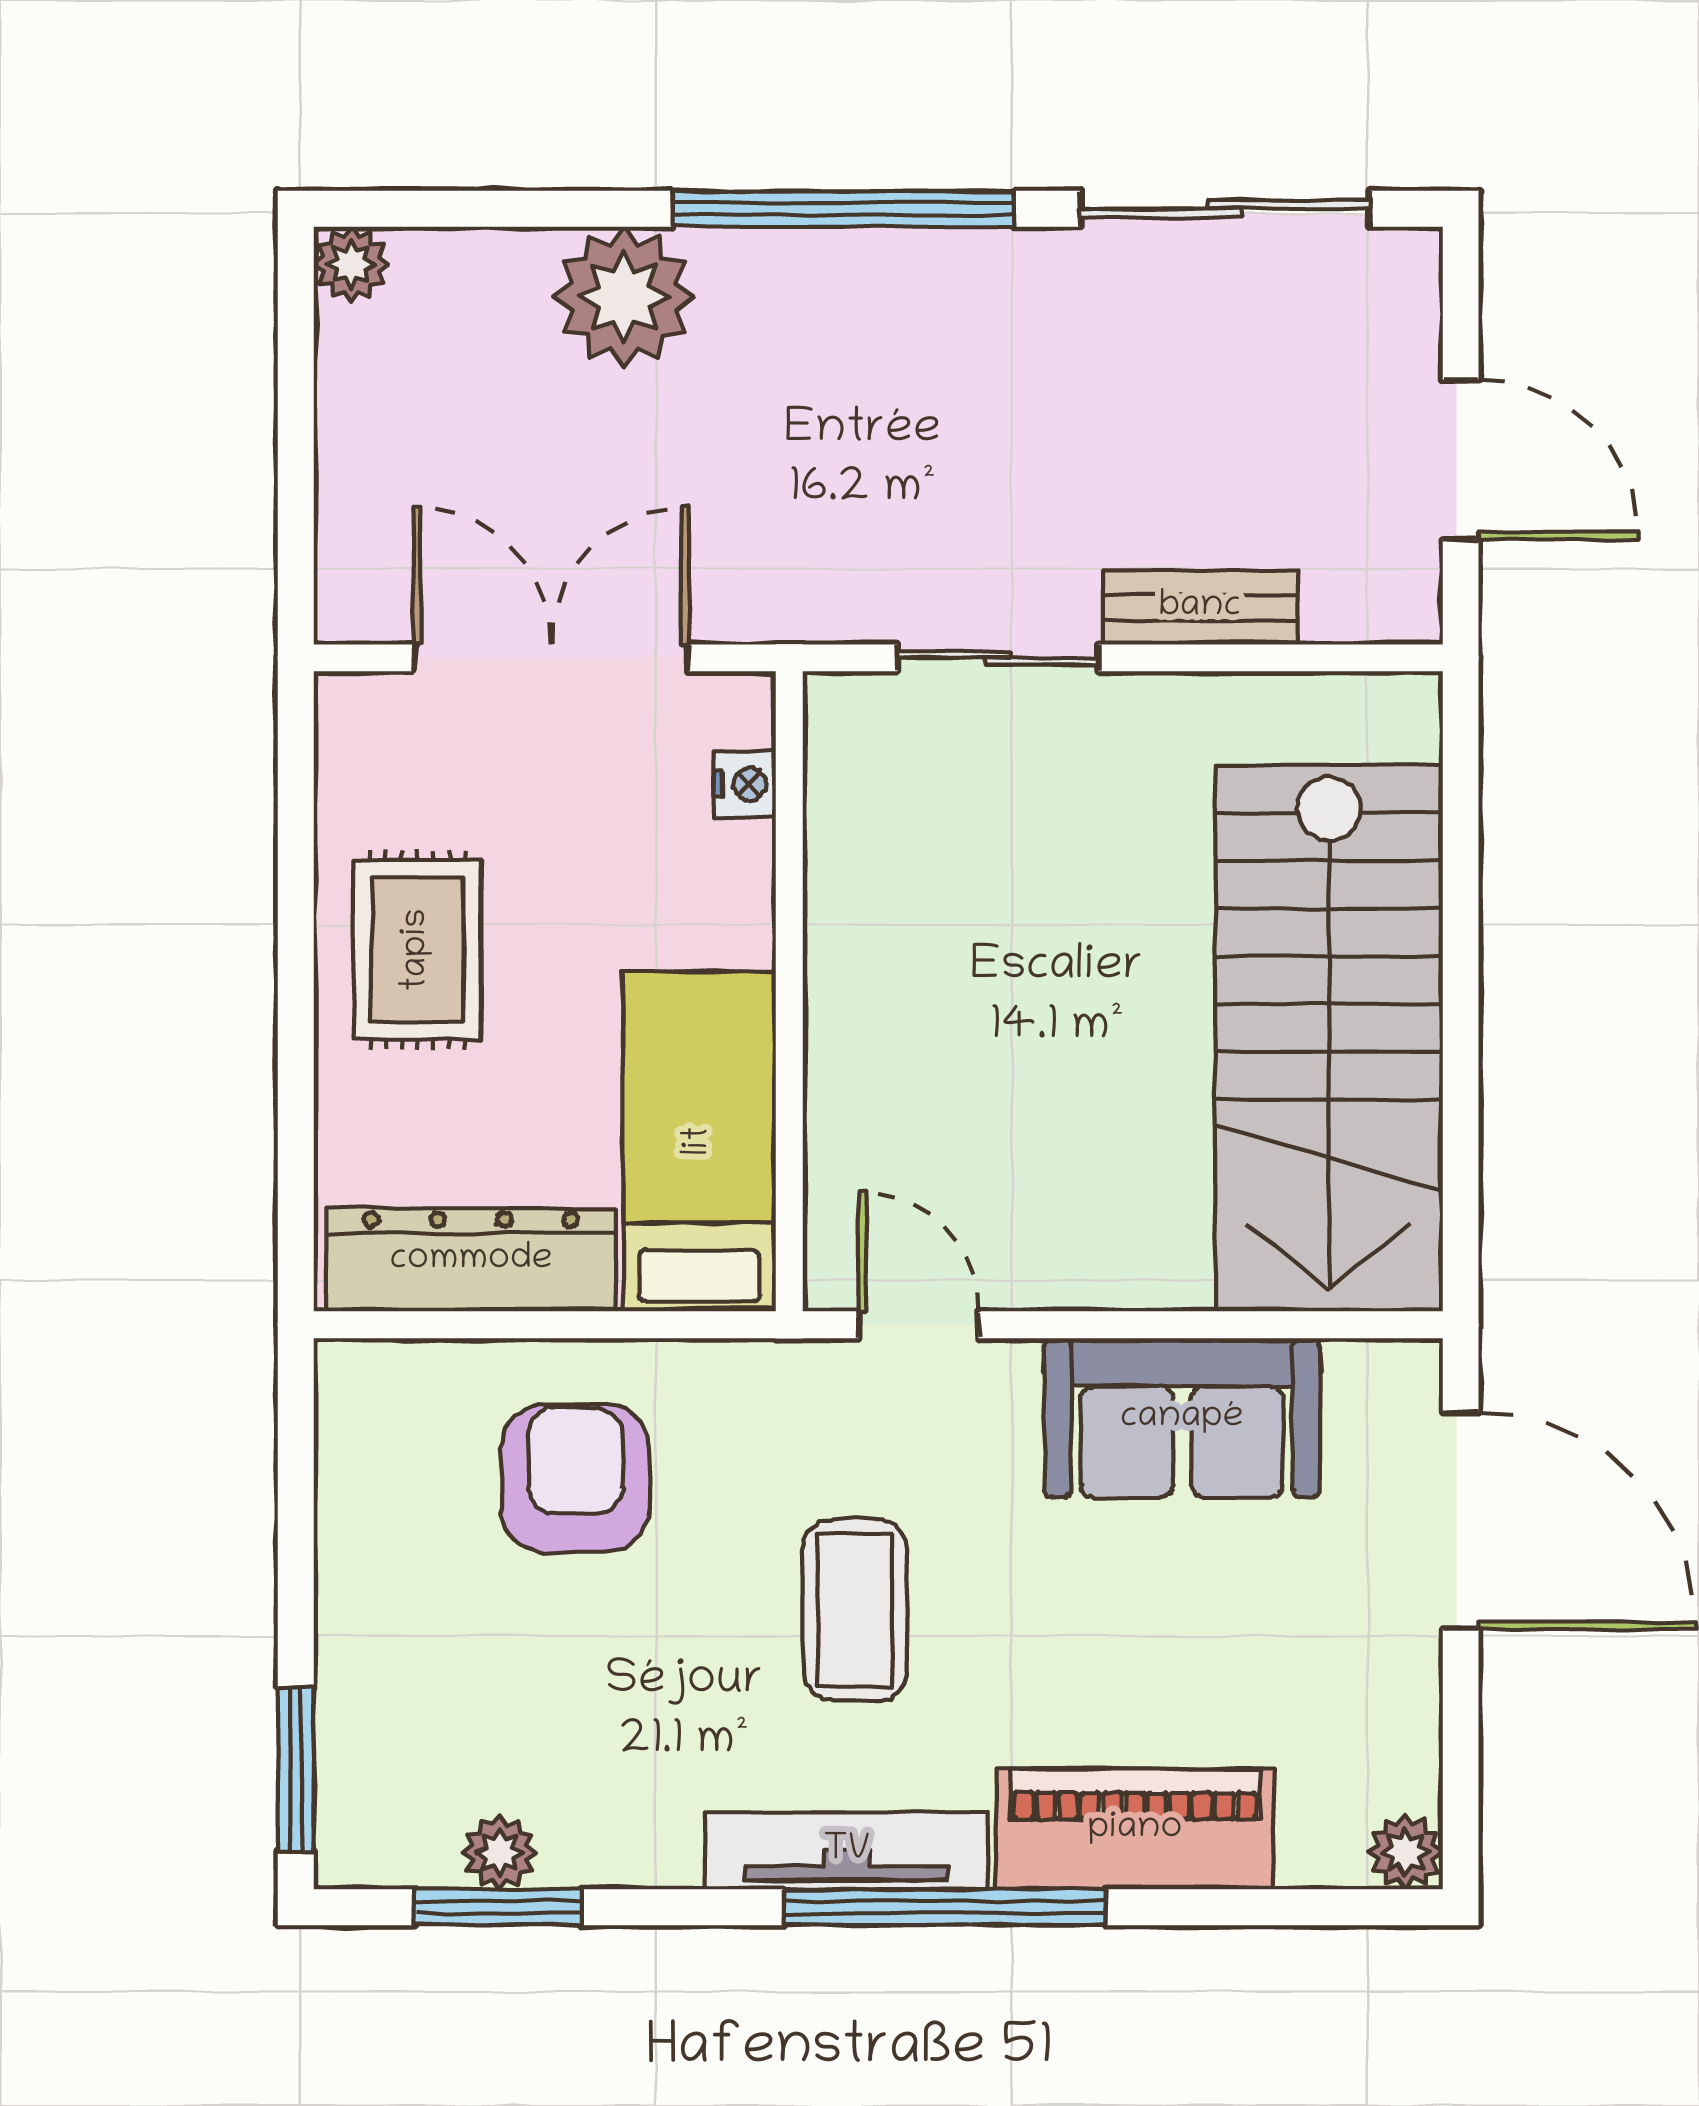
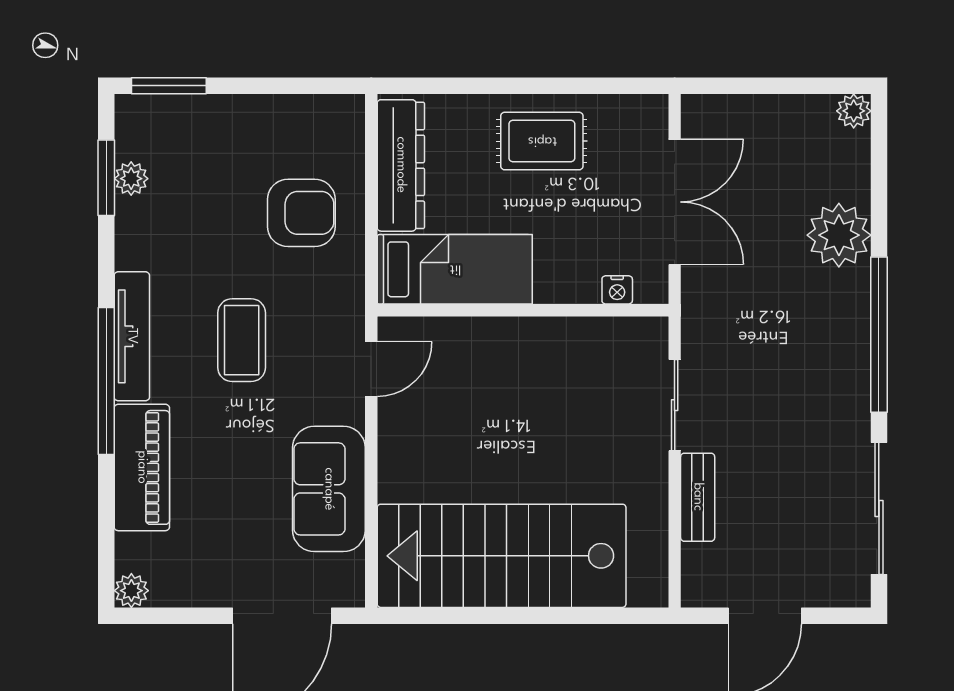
coffee table: (855, 1610) -> (242, 340), turned 90

